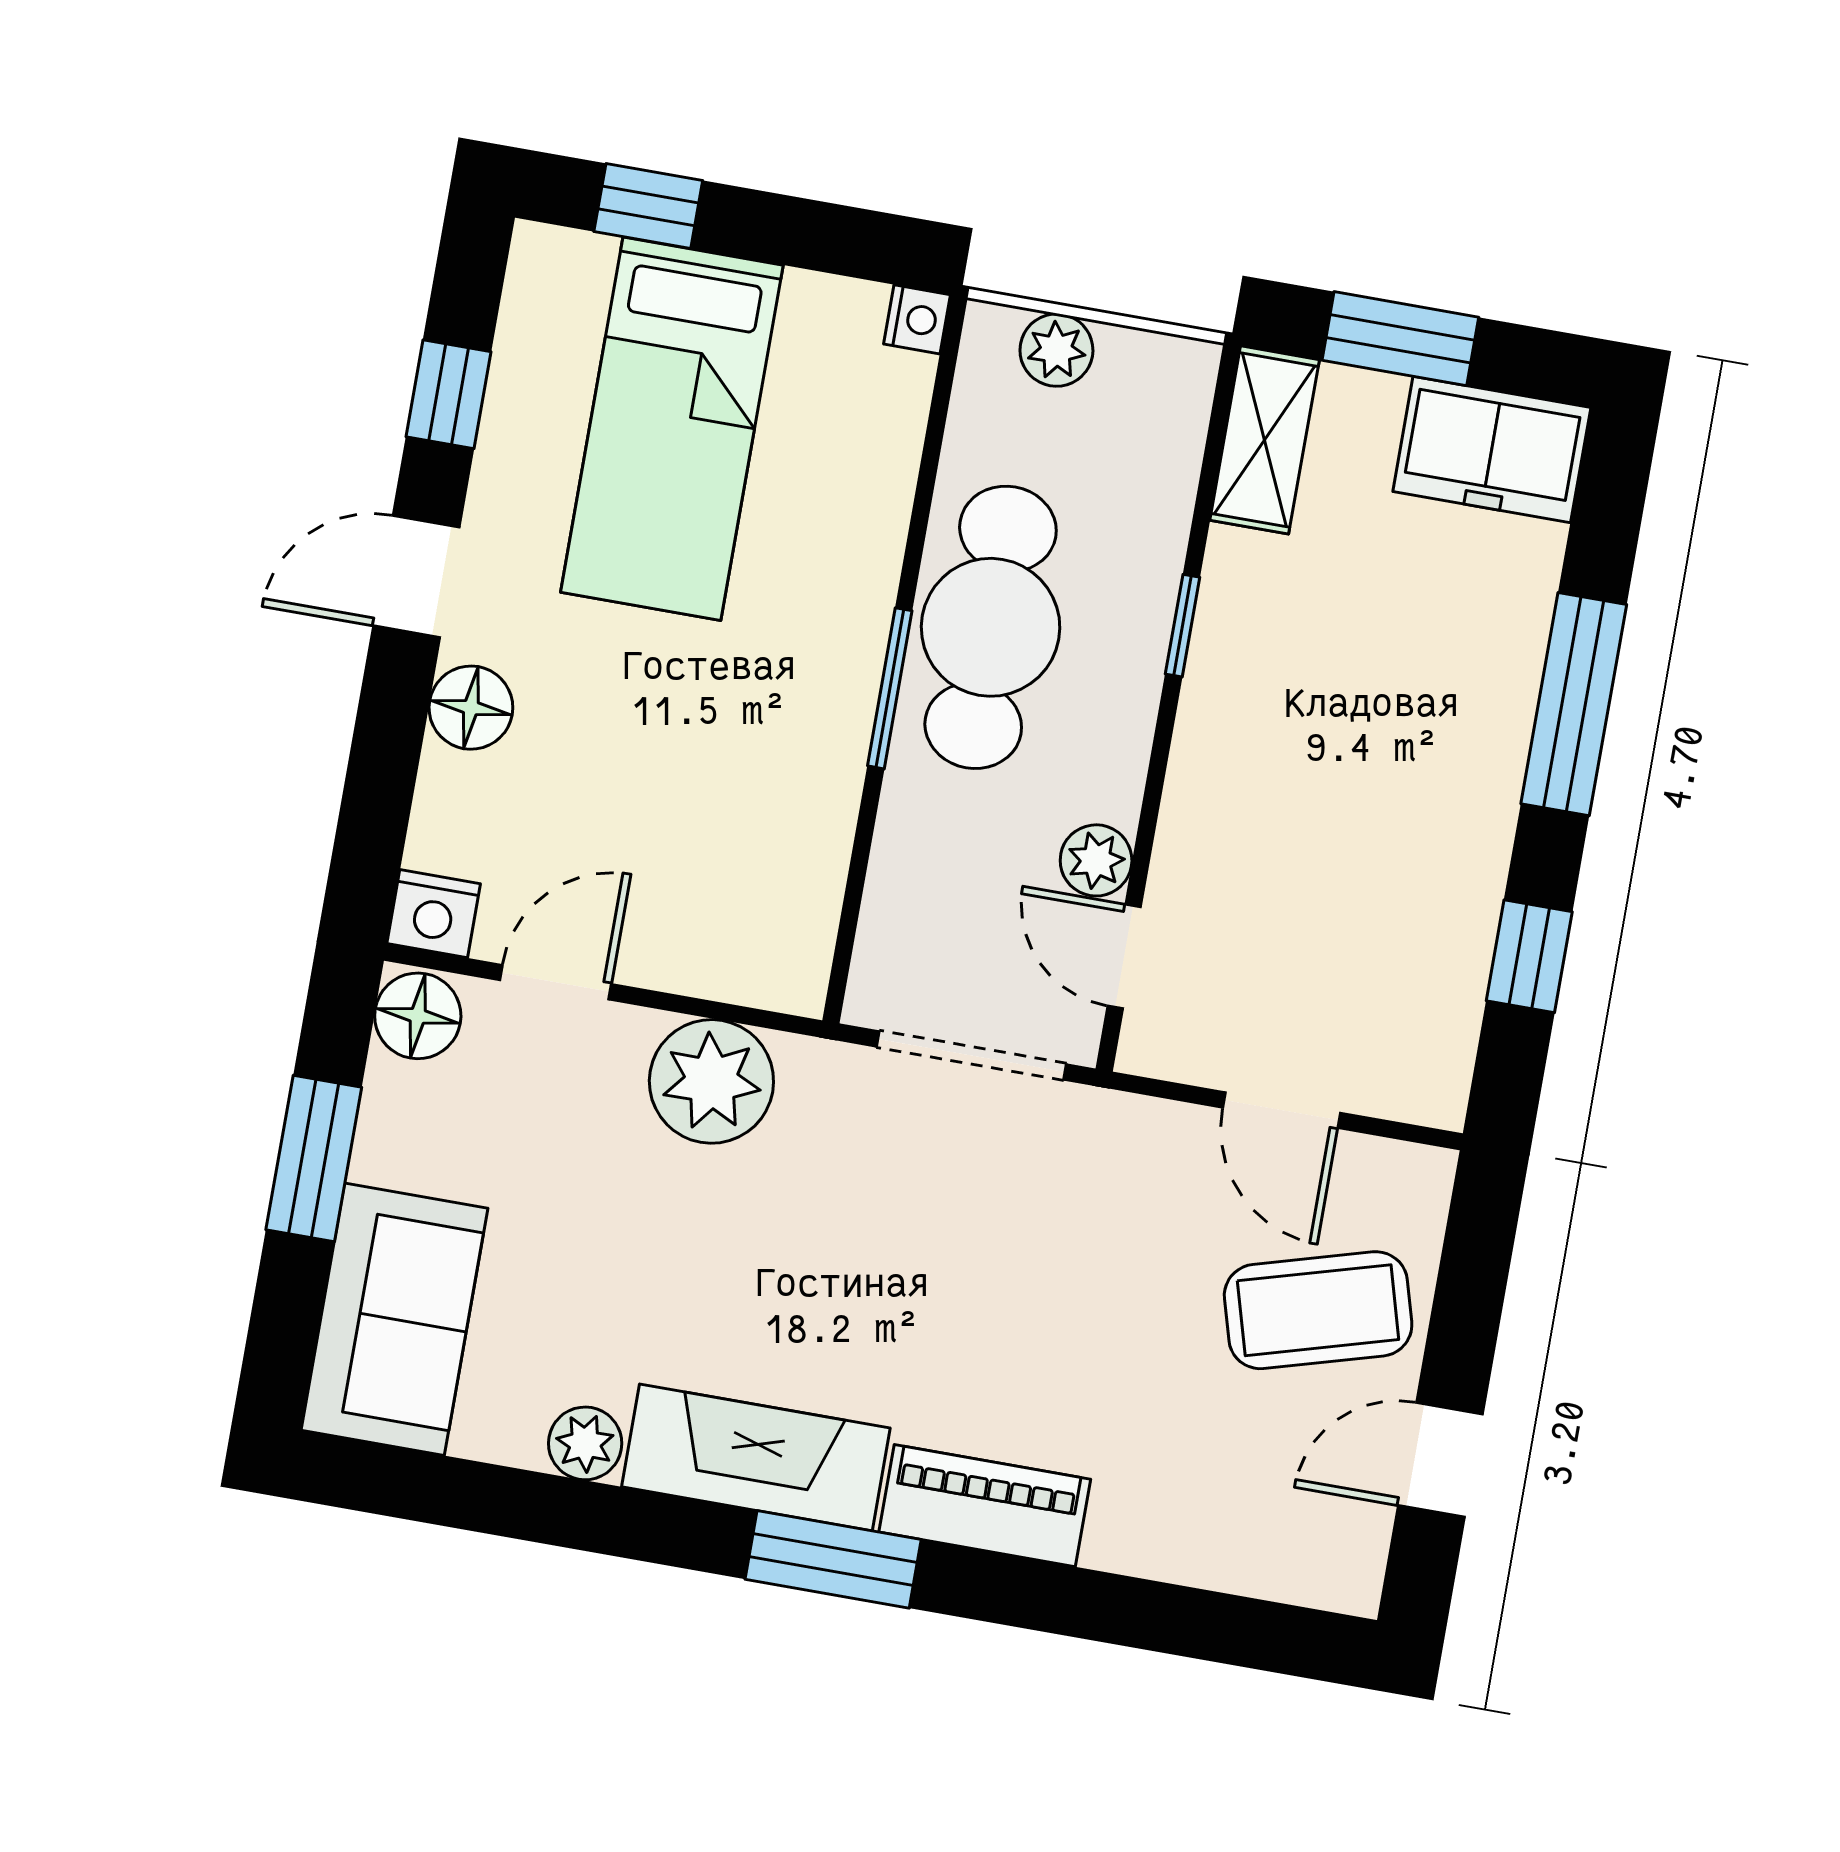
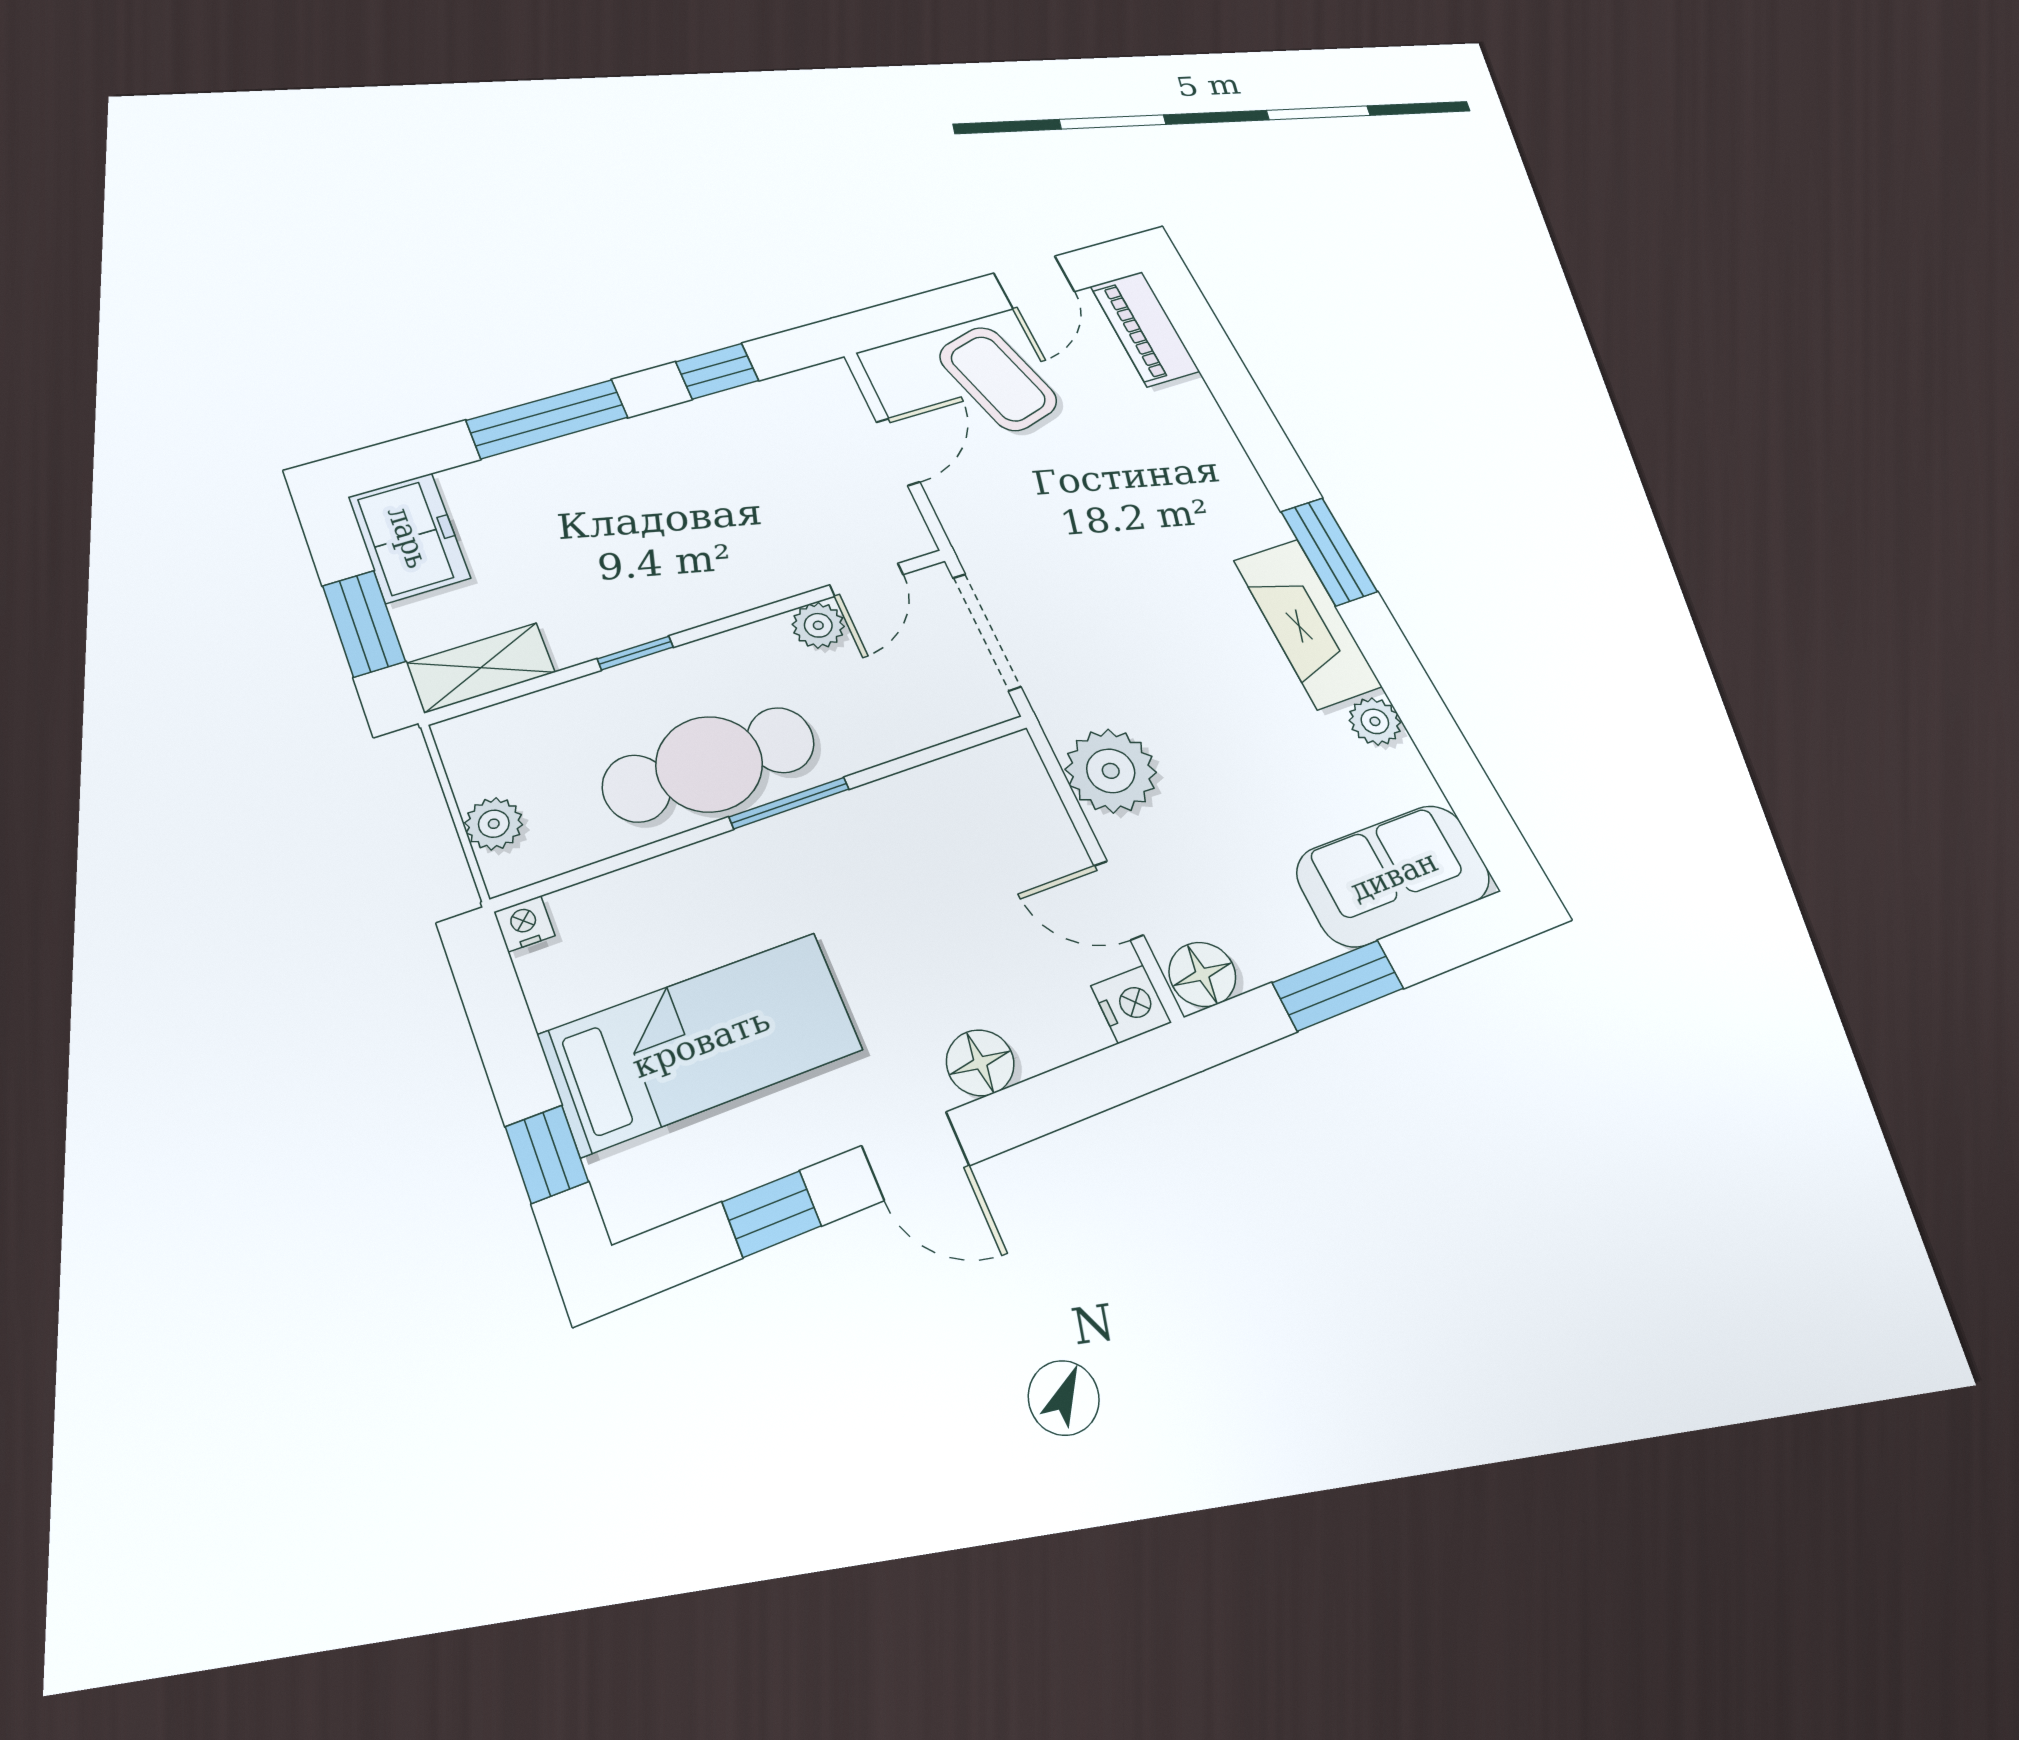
door: (1440, 1460) -> (1034, 282), hinge flipped
piano: (985, 1506) -> (1145, 329), moved

